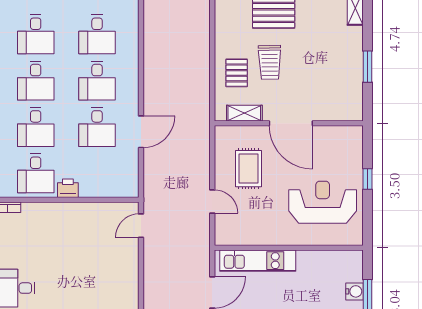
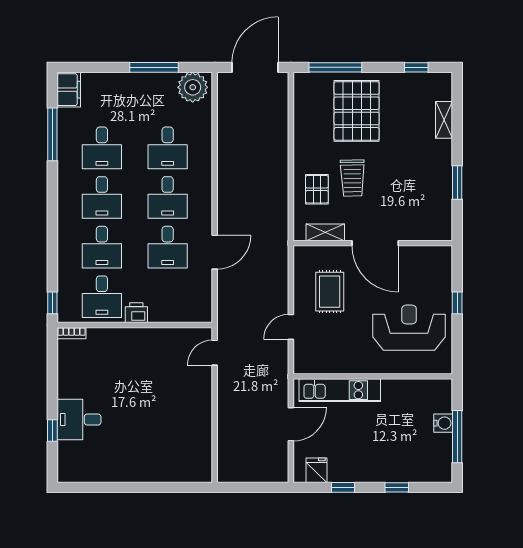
door: (212, 202) -> (291, 327), swing flipped

